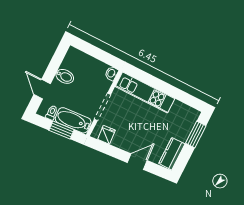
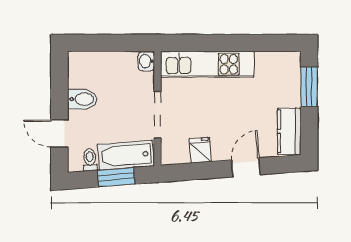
fridge: (106, 135) -> (200, 150), moved

